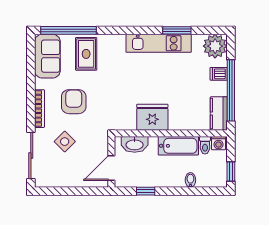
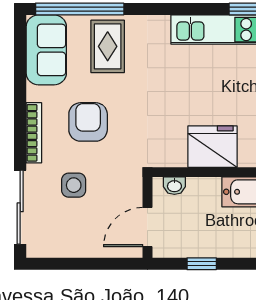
side table: (65, 142) -> (74, 185), turned 45
washbasin: (135, 144) -> (174, 186), width x0.52, depth x0.69

